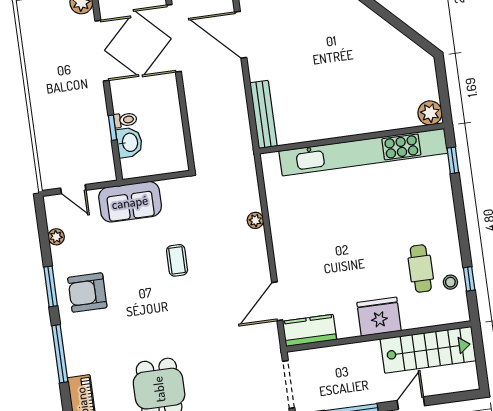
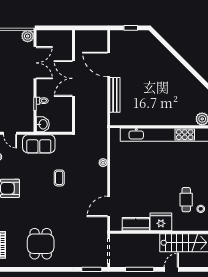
double door: (174, 38) -> (73, 78), moved
bench: (263, 114) -> (115, 95), moved
washbasin: (129, 142) -> (43, 124), moved
kitchen counter: (310, 330) -> (136, 224), moved

